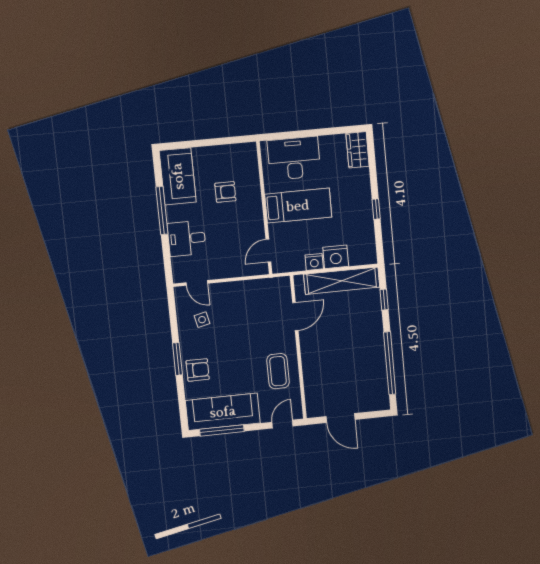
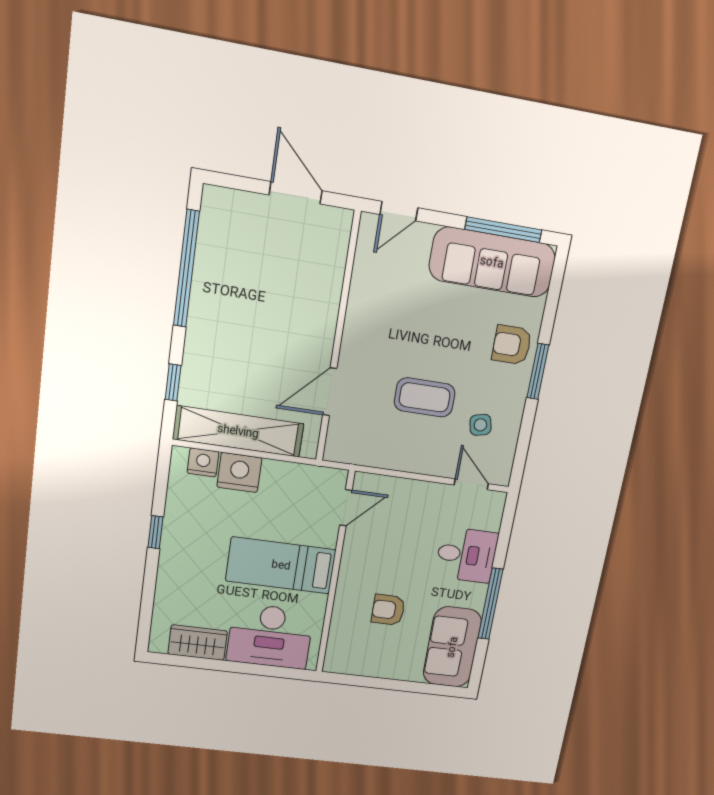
wardrobe: (358, 150) -> (198, 643), moved, turned -90
nightstand: (314, 262) -> (203, 462), moved
coffee table: (278, 371) -> (425, 397), moved, turned 90

